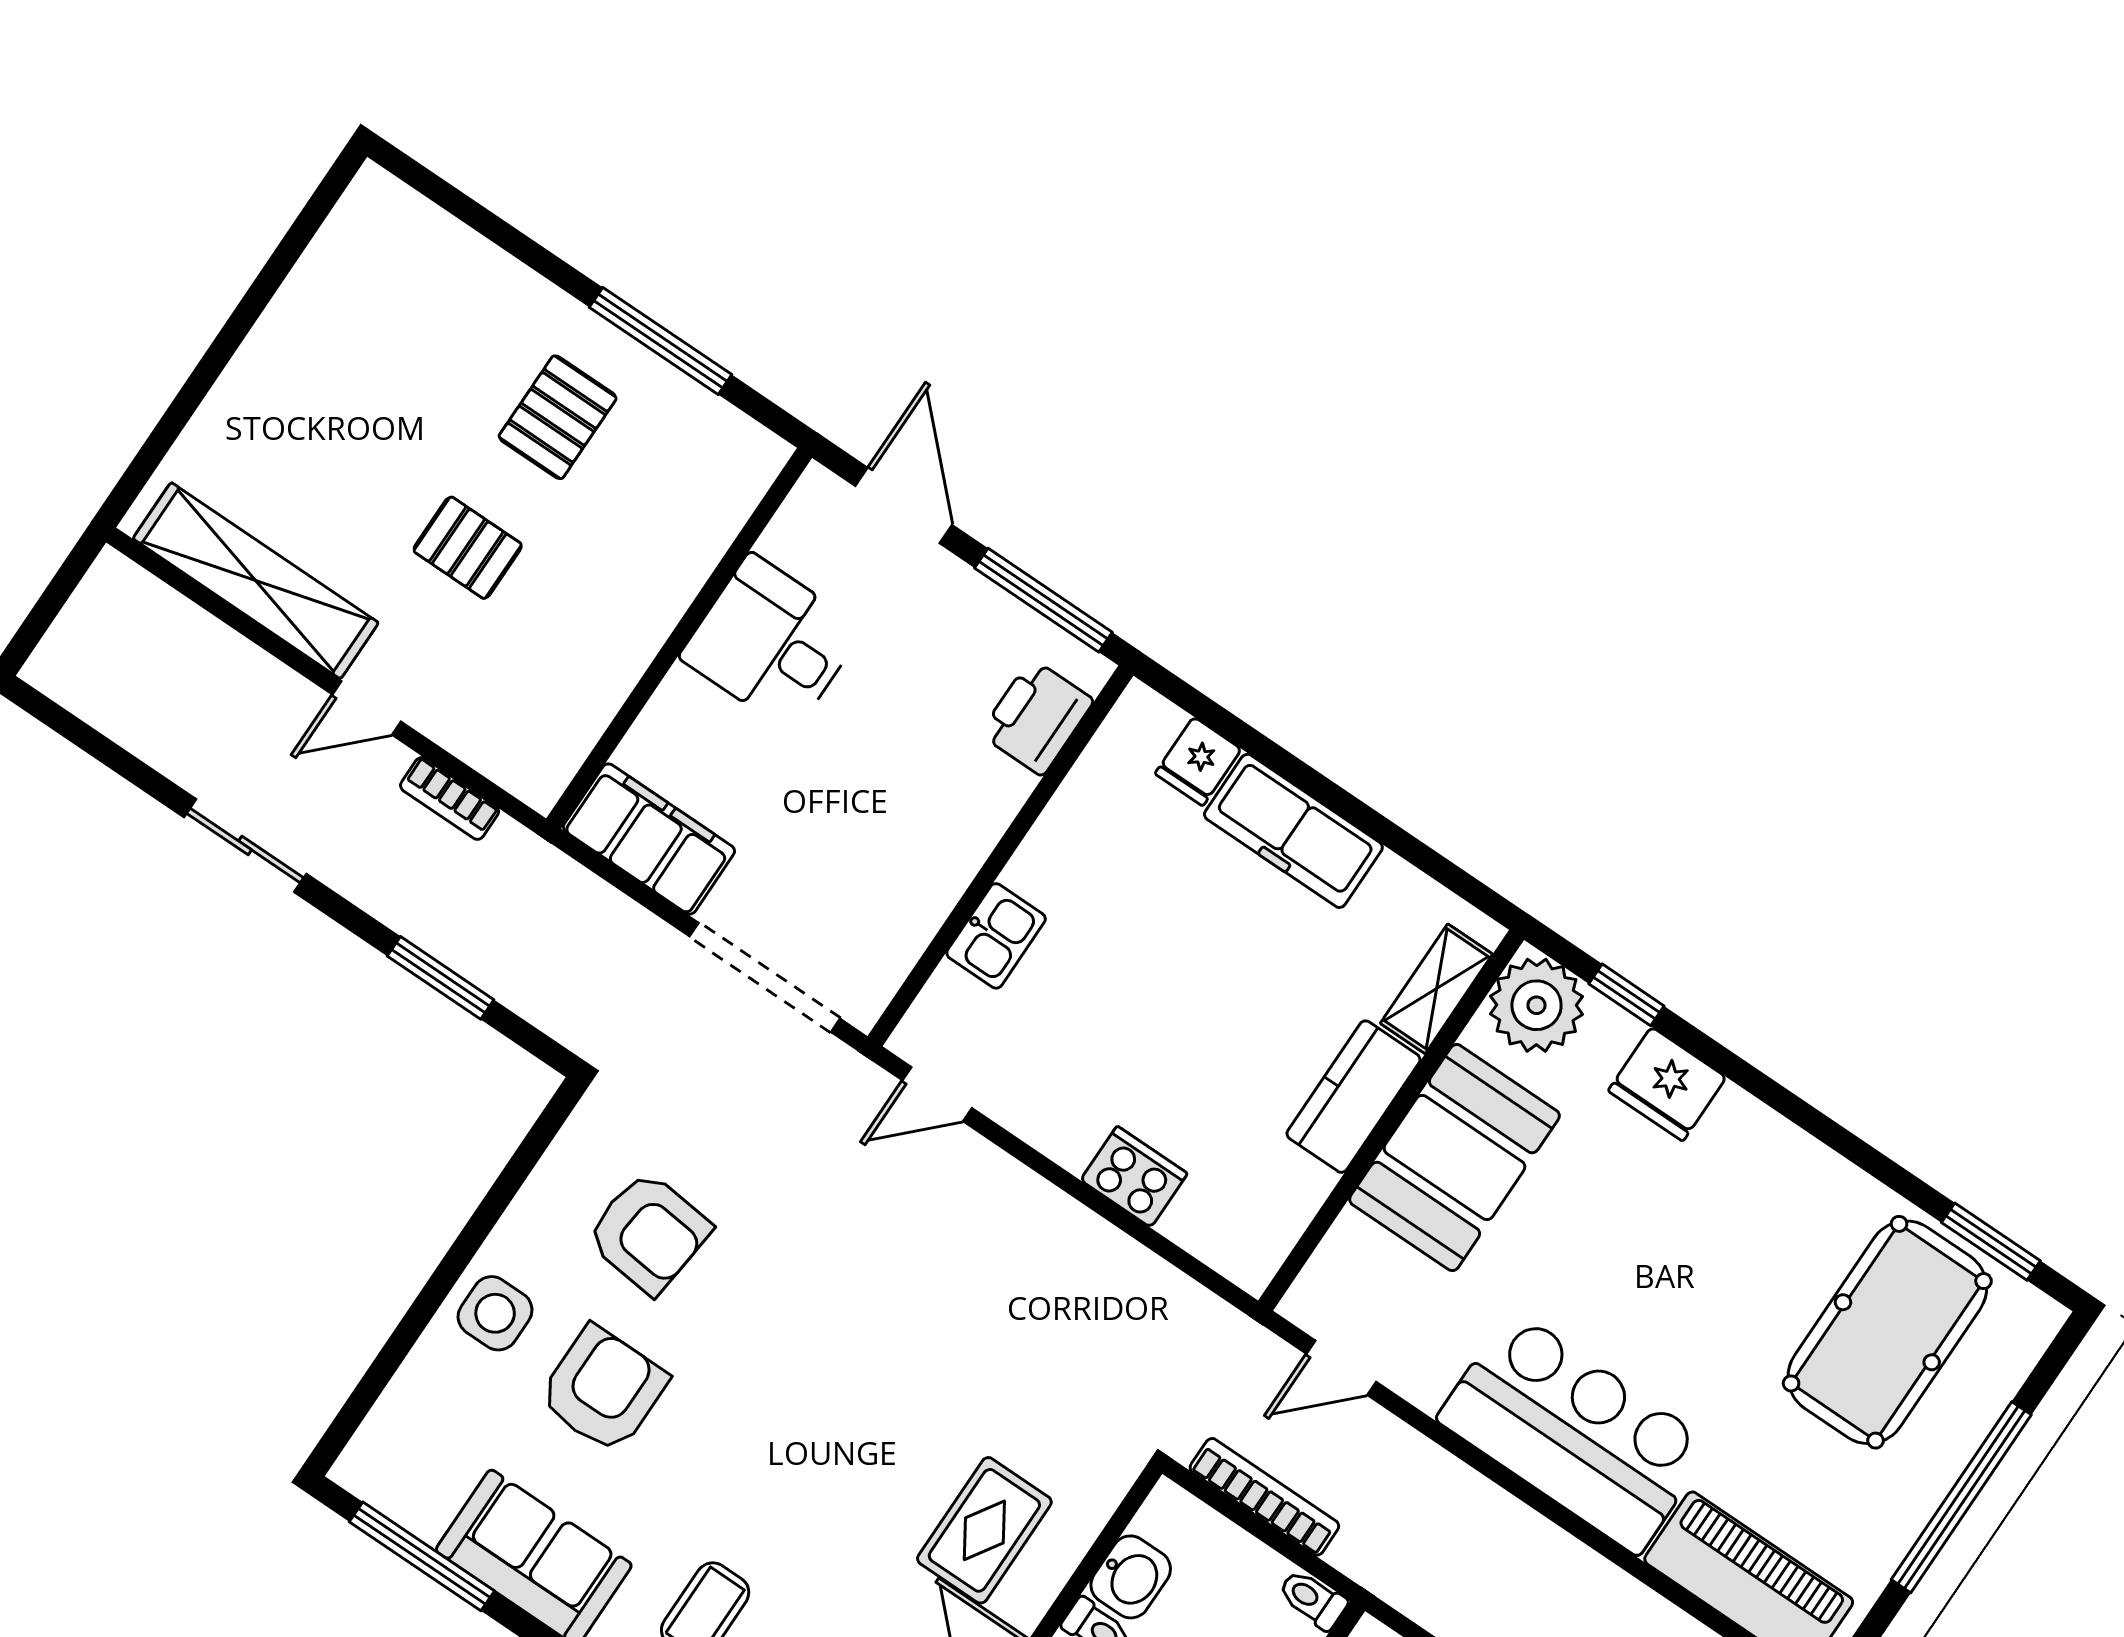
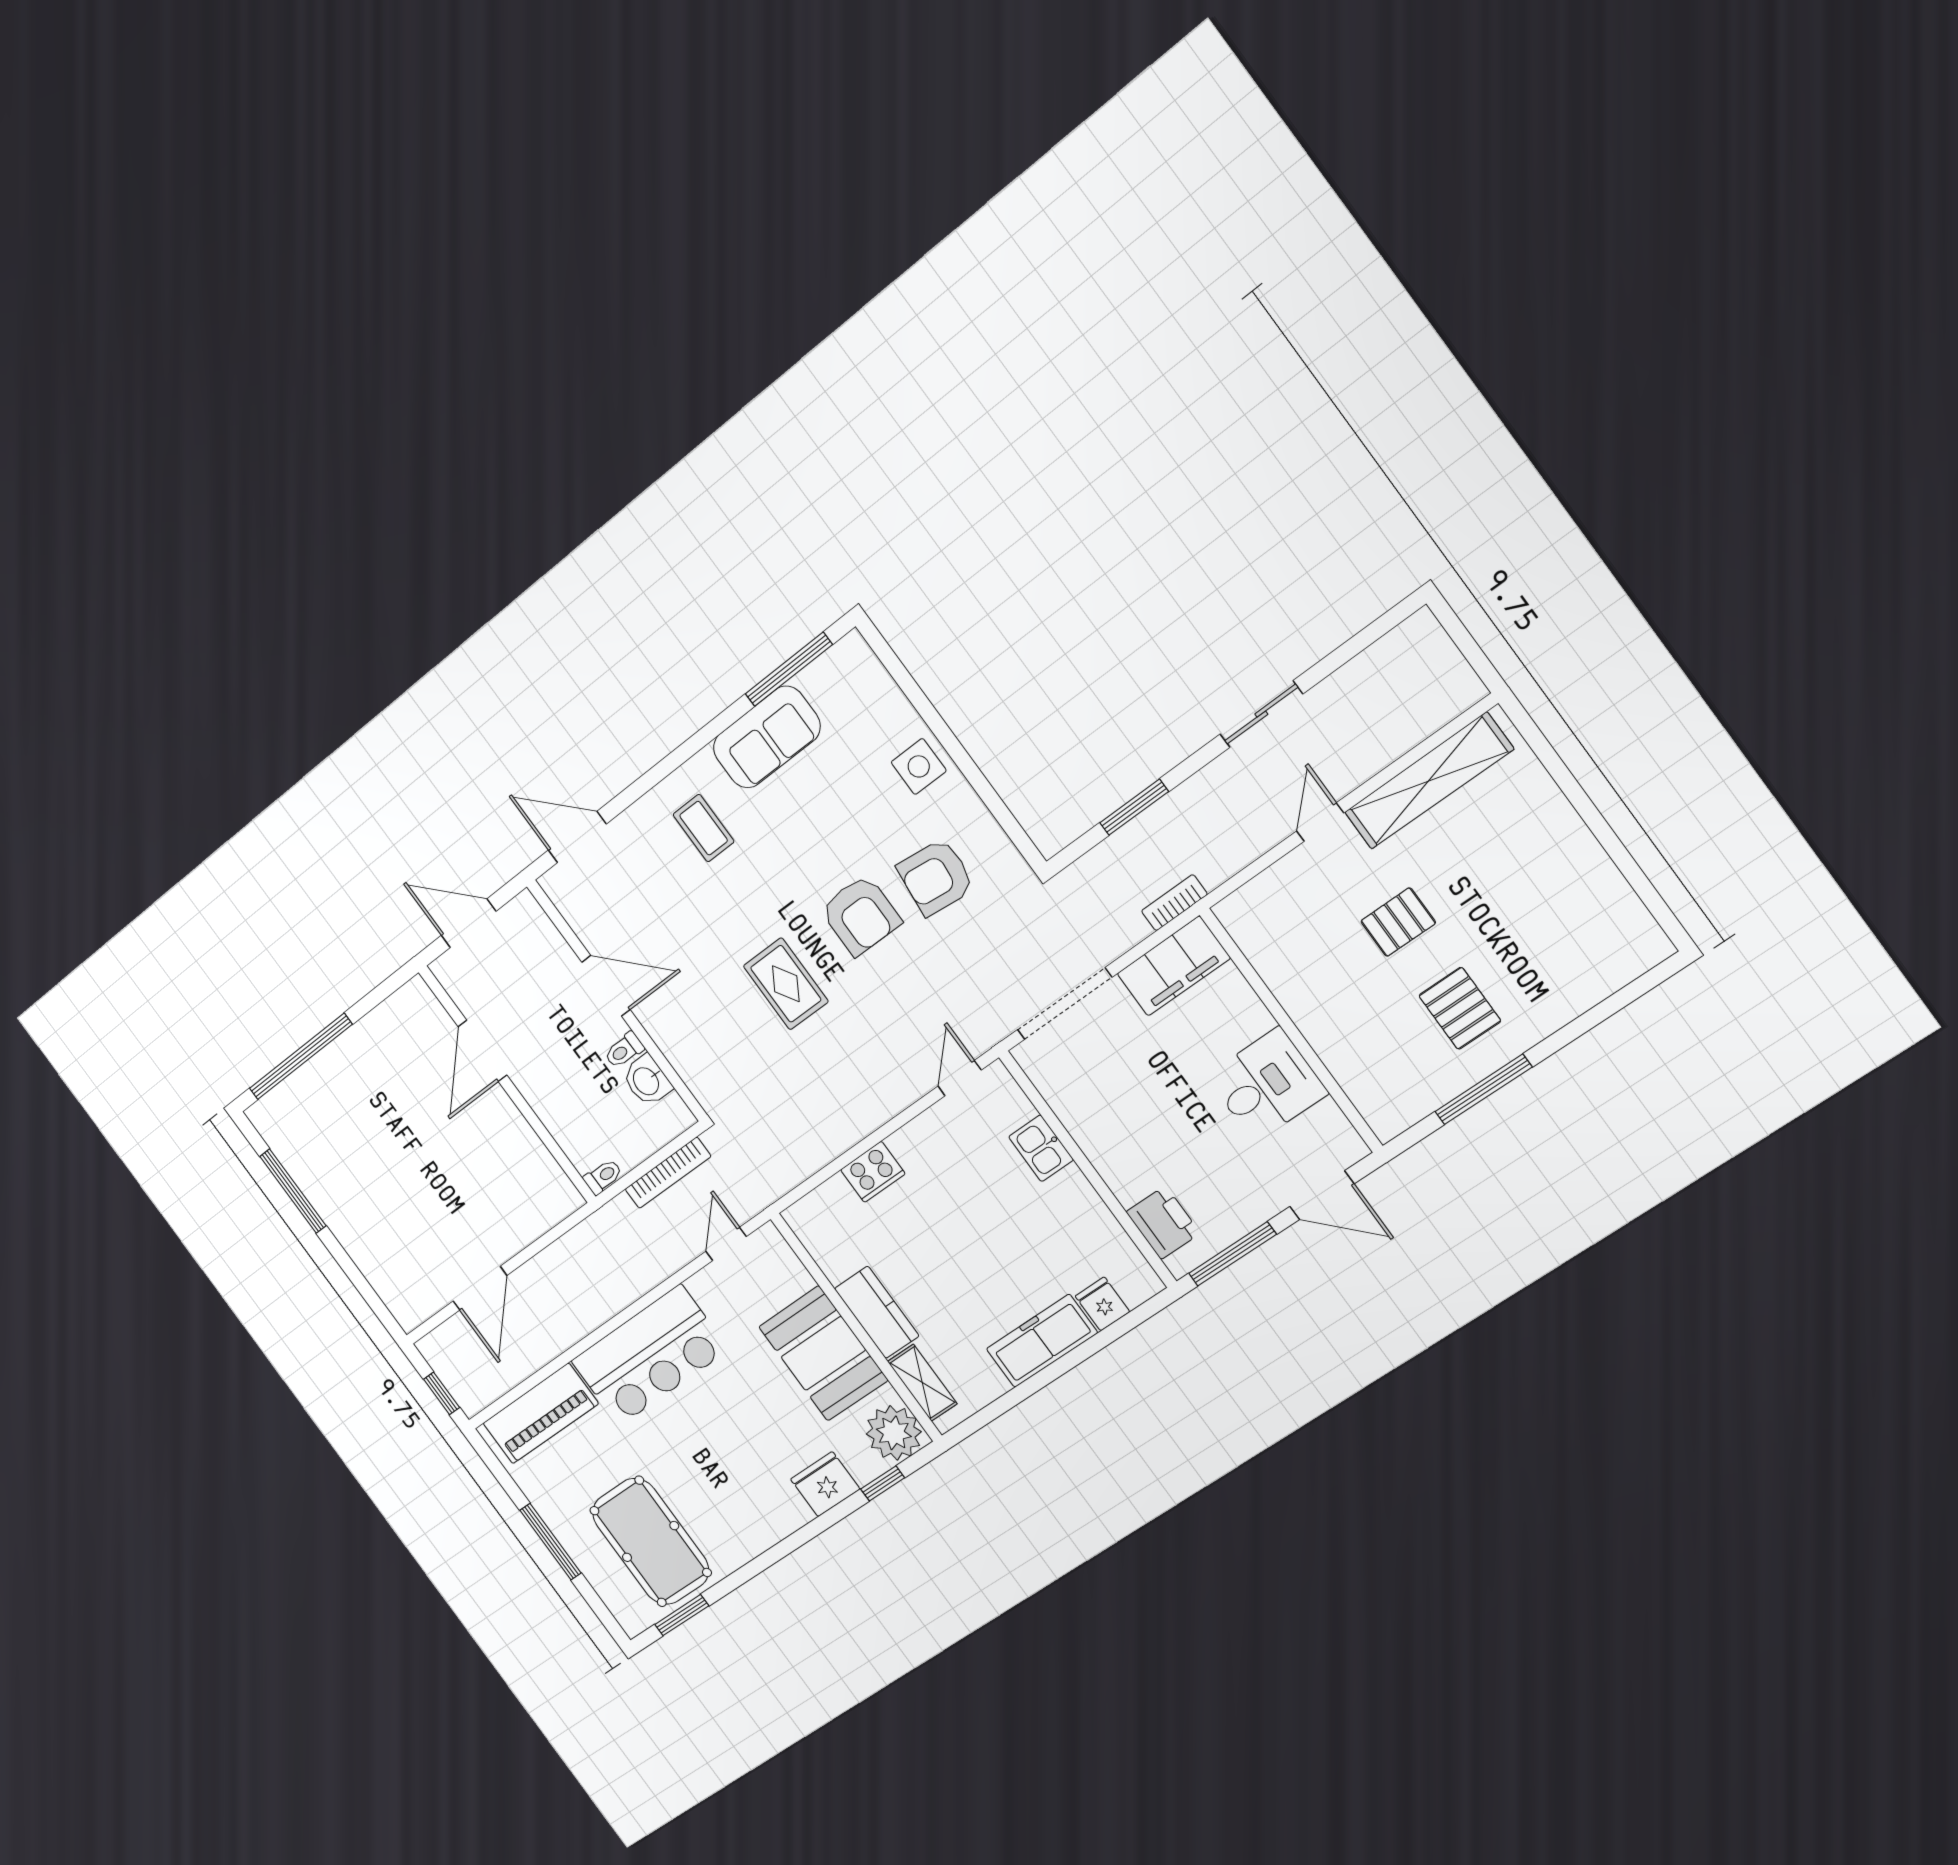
bookcase: (450, 798) -> (1174, 903), moved
armchair: (603, 1389) -> (861, 915), moved
window: (1961, 1497) -> (550, 1542), width x0.68
rug: (984, 1530) -> (786, 984), moved

